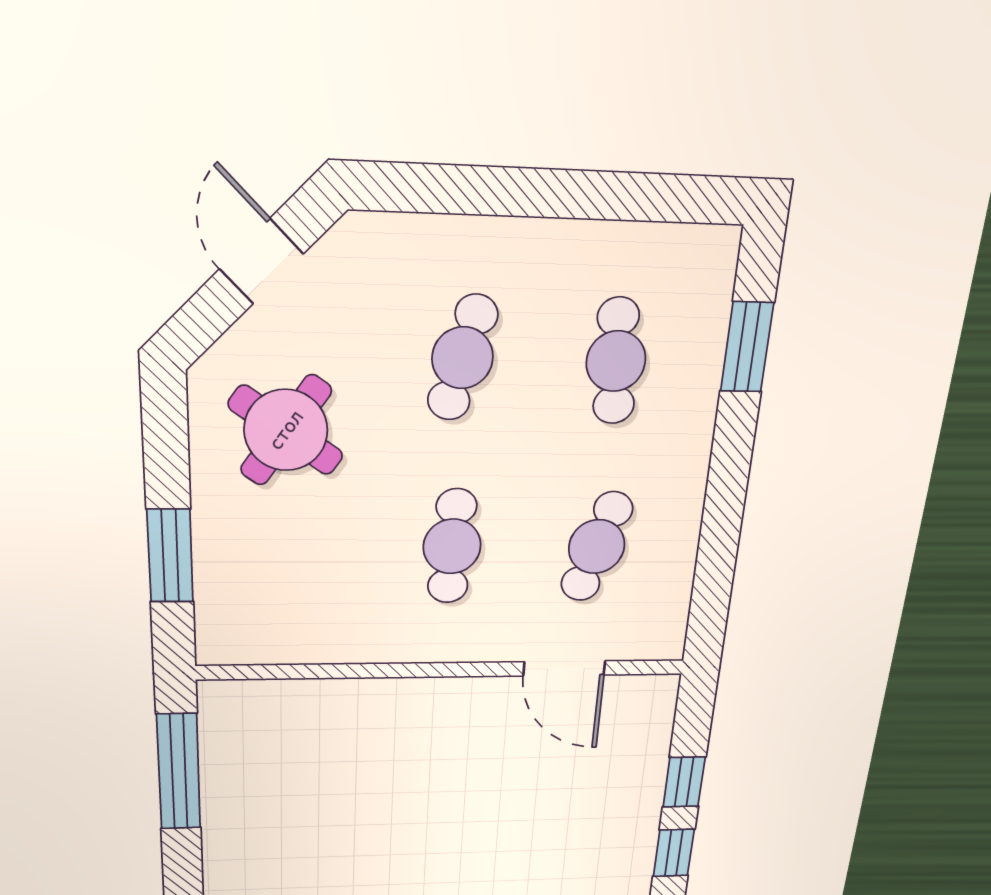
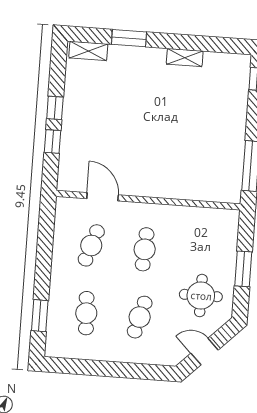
door: (261, 261) -> (205, 352), swing flipped
round table: (286, 430) -> (201, 296), turned -35
window: (170, 556) -> (243, 269), moved

